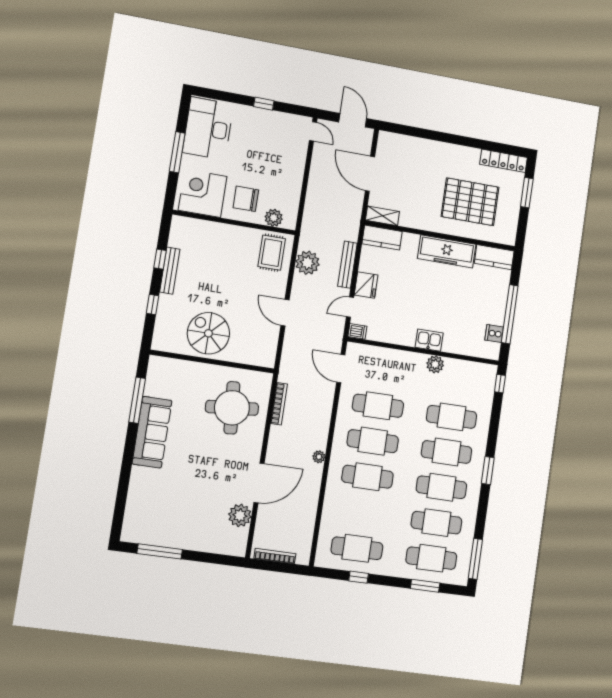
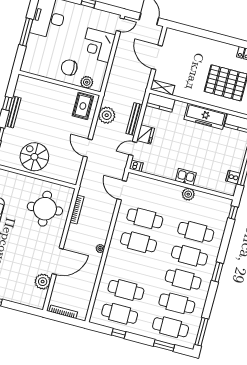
door: (313, 131) -> (120, 25), hinge flipped
corner desk: (203, 193) -> (98, 45), moved, turned -90
cafe table: (367, 477) -> (126, 290), moved

